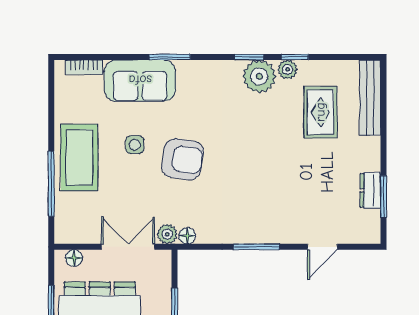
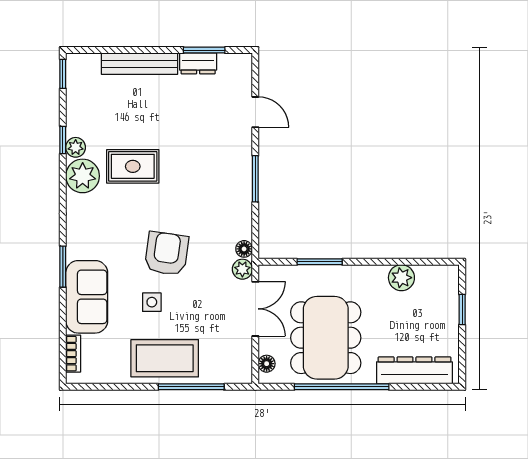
window: (249, 57) -> (63, 74), moved
bench: (370, 97) -> (139, 64), moved
rug: (320, 112) -> (133, 166), moved
double door: (128, 247) -> (255, 309), swing flipped

